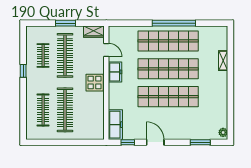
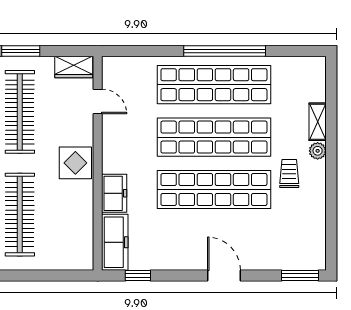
freezer: (115, 72) -> (114, 193), moved
trolley: (208, 88) -> (289, 173), added
plant: (223, 132) -> (318, 151), moved
door: (155, 142) -> (224, 275), moved
window: (200, 142) -> (300, 275), moved

